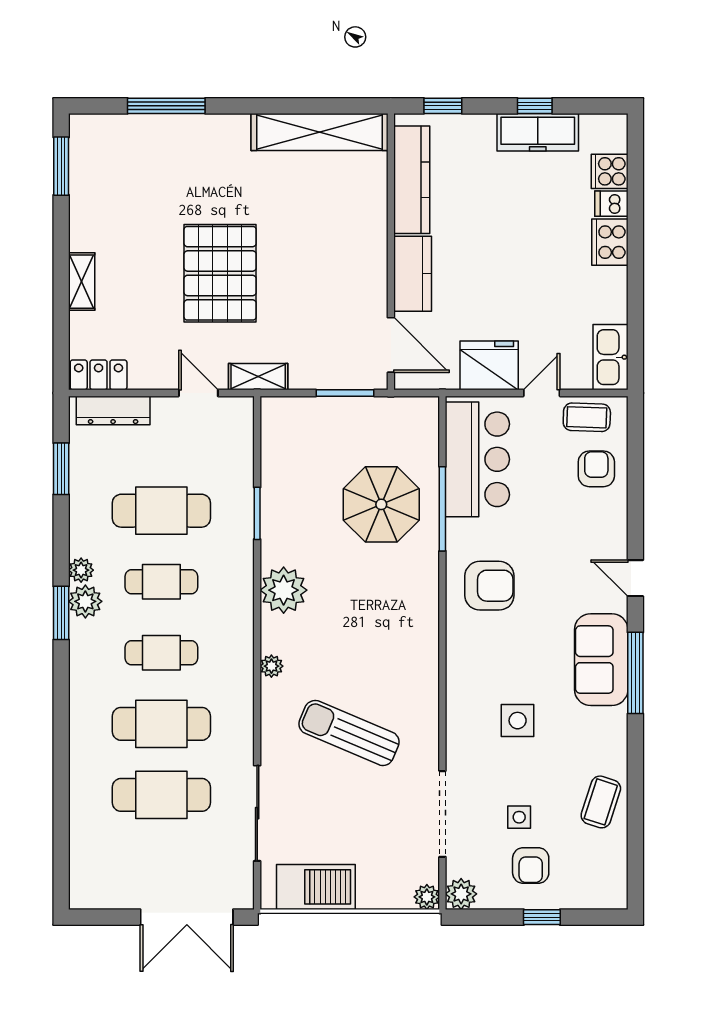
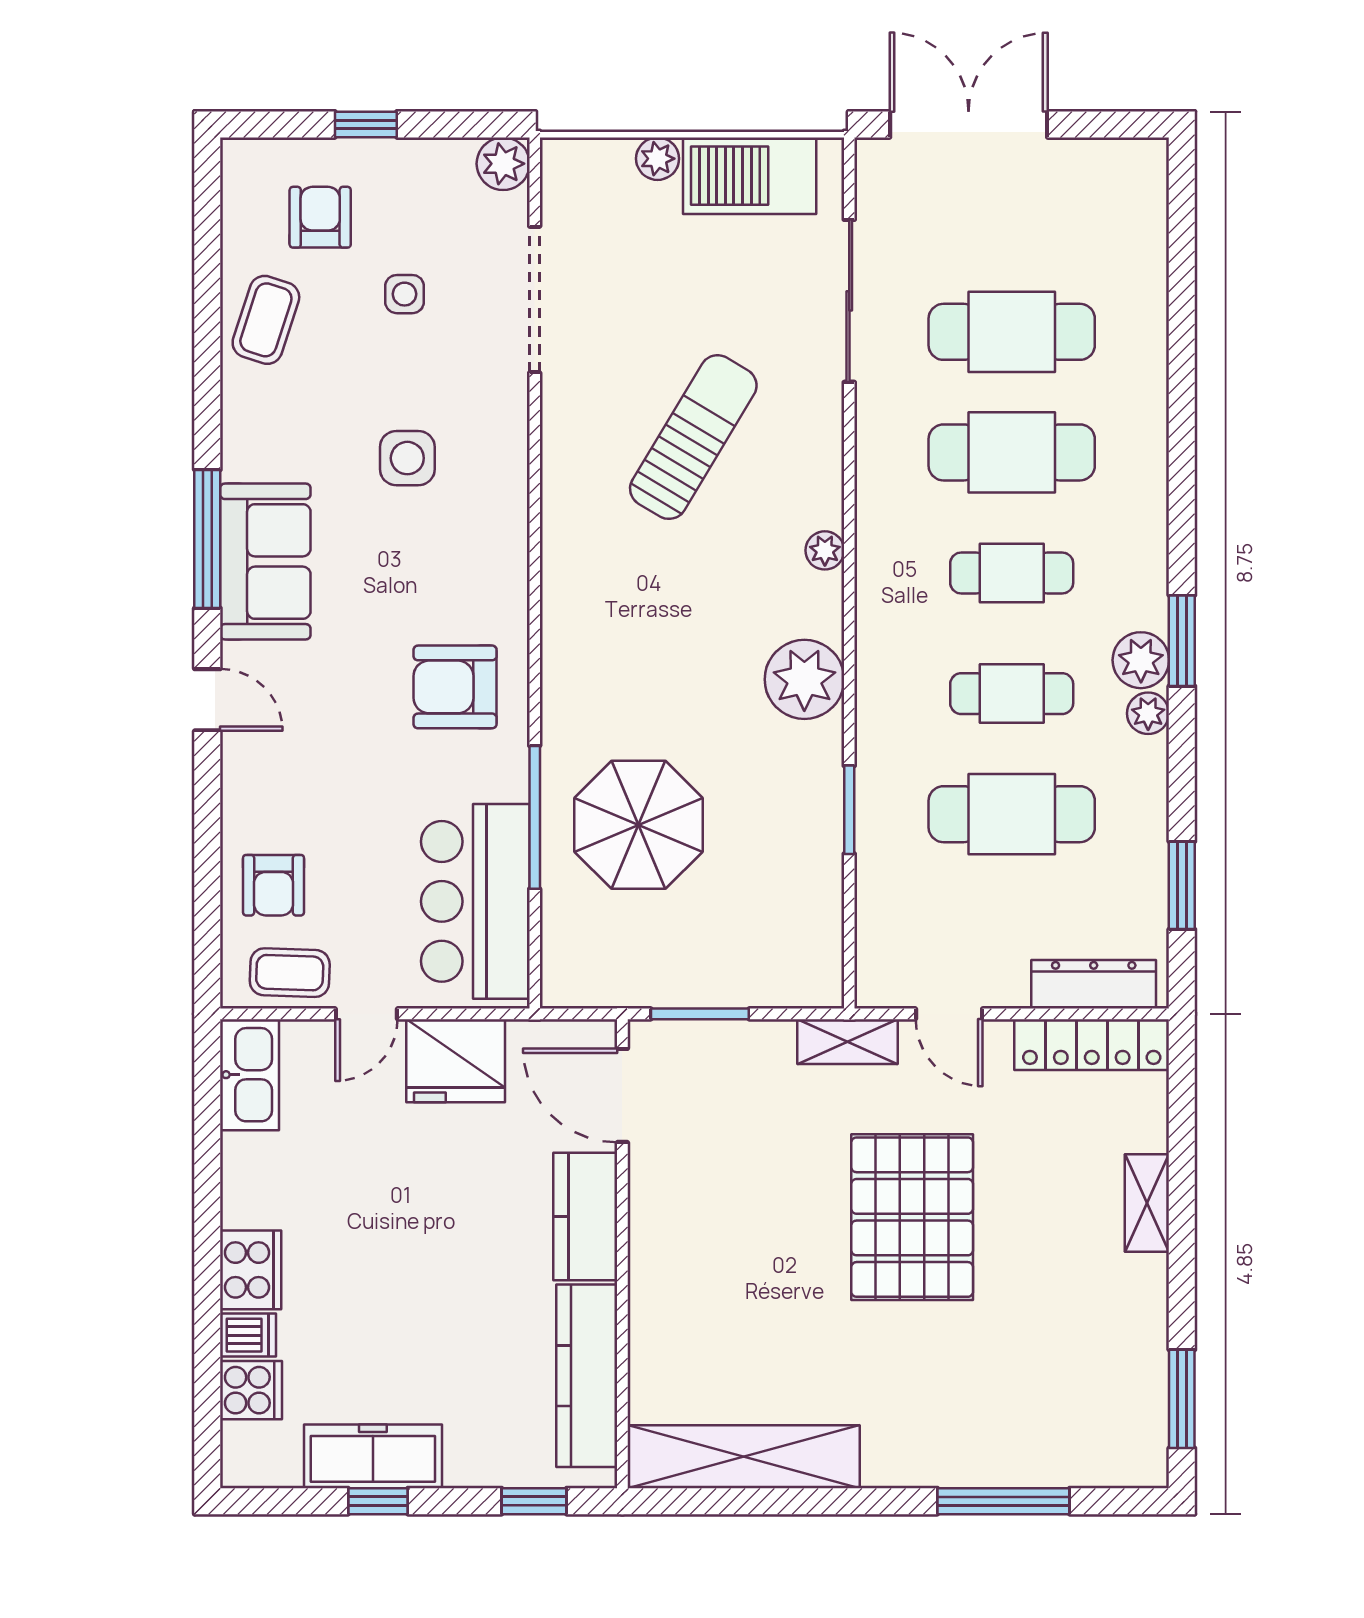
locker: (99, 375) -> (1092, 1045), width x1.53
sun lounger: (349, 733) -> (693, 437), turned -82
armchair: (531, 865) -> (320, 217), moved
plant: (427, 897) -> (658, 159), moved

